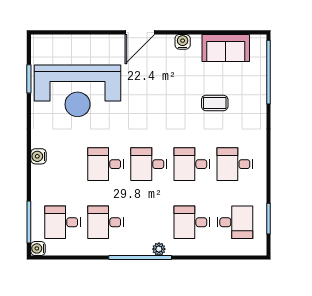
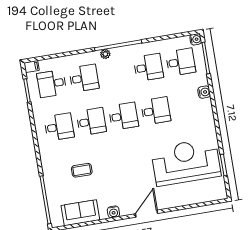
water cooler: (39, 156) -> (204, 92), moved
filing cabinet: (258, 249) -> (31, 67), added

